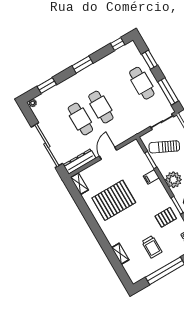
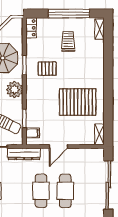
dresser: (80, 161) -> (24, 154), moved
filing cabinet: (151, 177) -> (33, 133), moved
pallet: (166, 217) -> (47, 69), moved
shelving: (120, 254) -> (100, 29), moved

